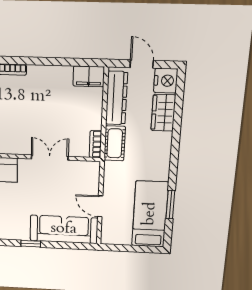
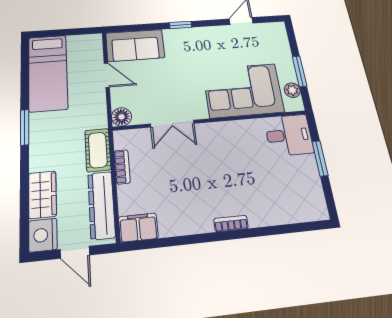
bookcase: (95, 144) -> (122, 167), moved
floor lamp: (92, 169) -> (122, 117), added
window: (170, 205) -> (25, 127), moved
sofa: (64, 229) -> (135, 45), width x0.73

